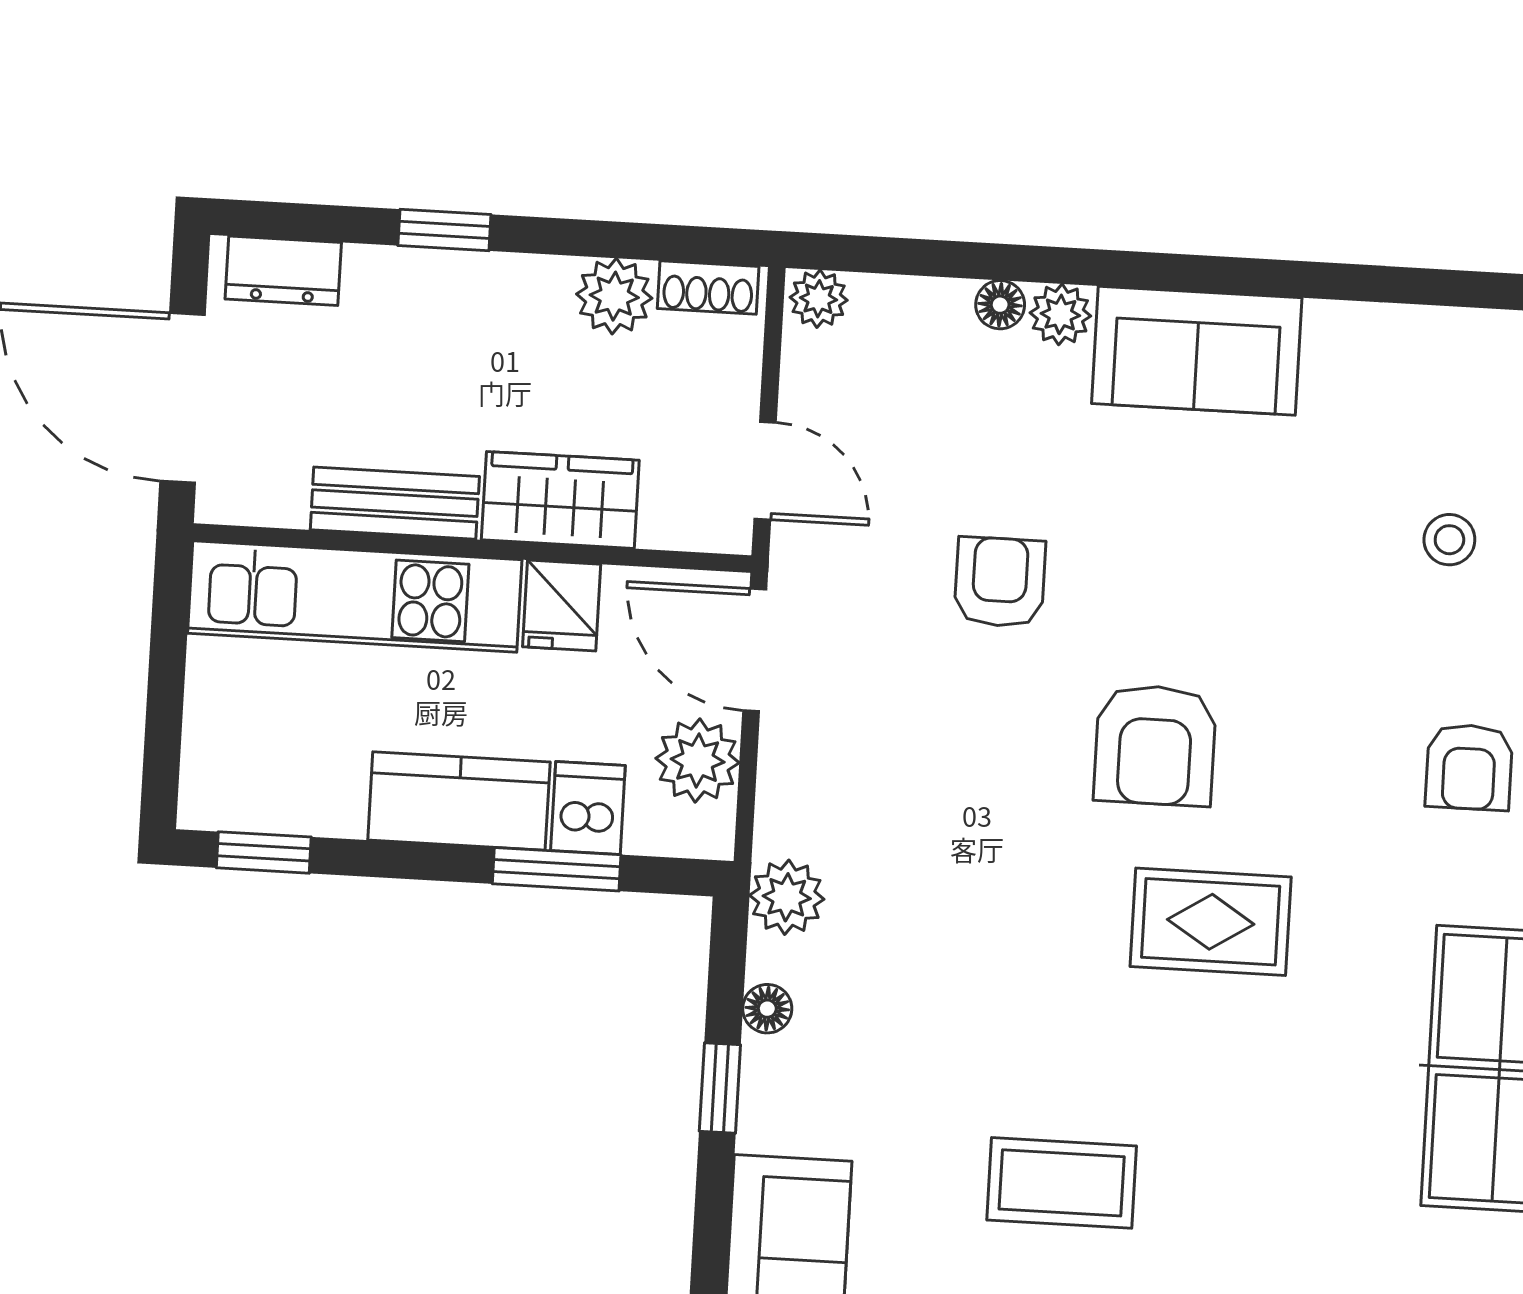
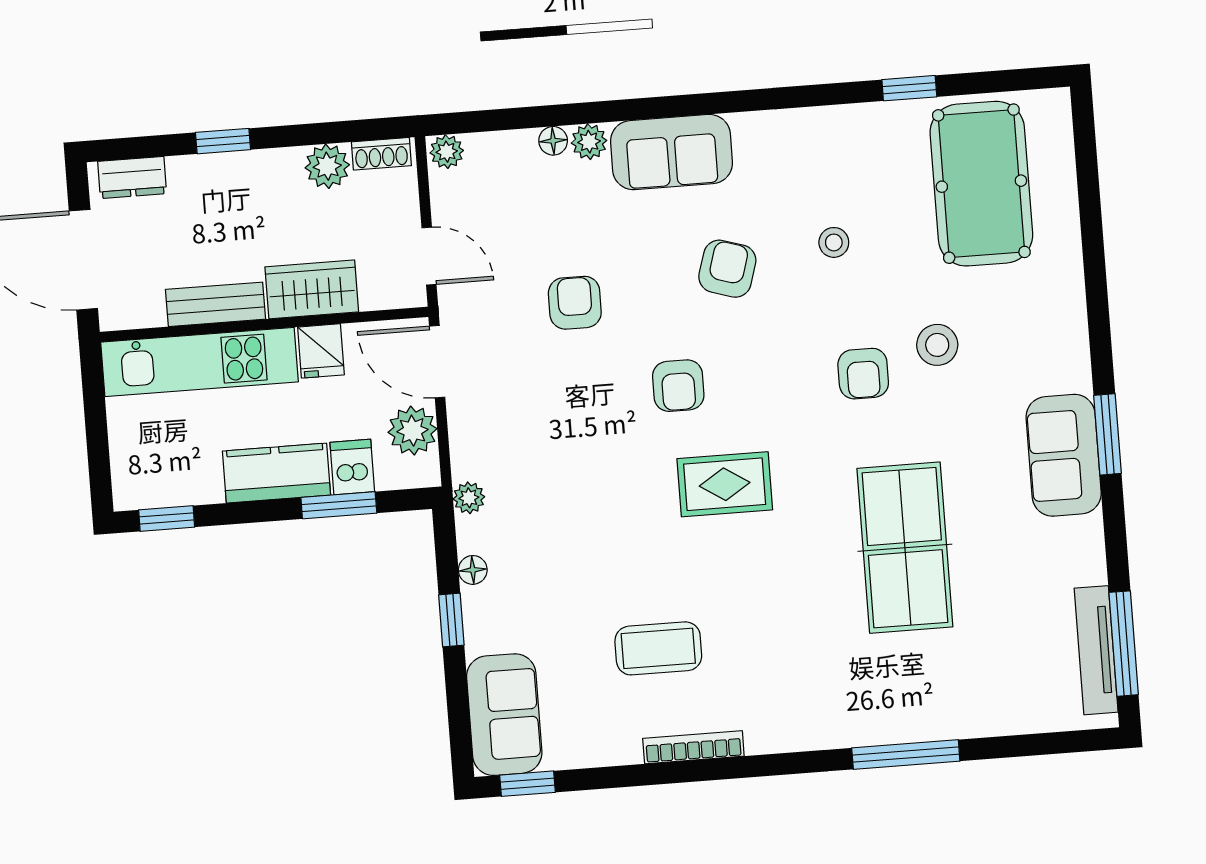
armchair: (1264, 560) -> (727, 269), added
armchair: (1155, 745) -> (678, 386), width x0.72, depth x0.72
plant: (787, 897) -> (469, 498), width x0.73, depth x0.73

